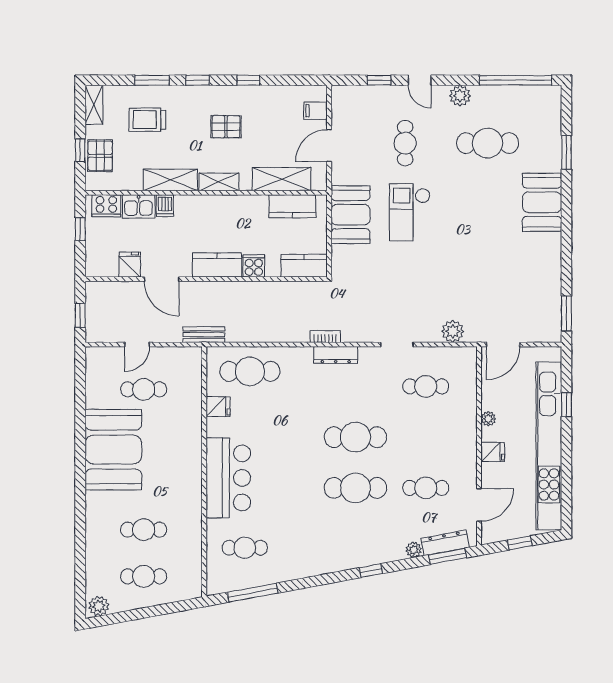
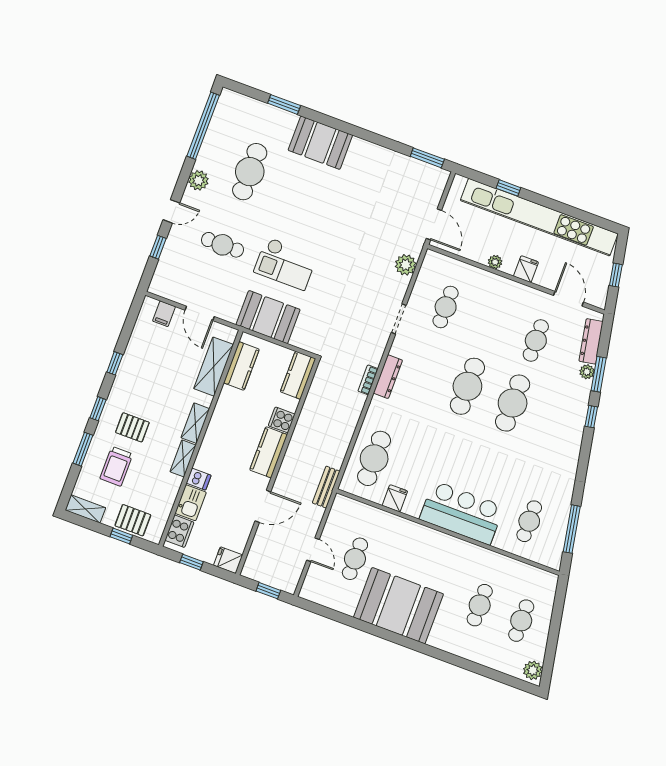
pallet: (226, 127) -> (132, 427), moved, turned 90
shelving: (171, 180) -> (183, 458), width x0.67, depth x0.75
fridge: (130, 265) -> (228, 560), moved
window: (448, 556) -> (599, 374), moved

